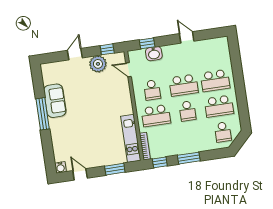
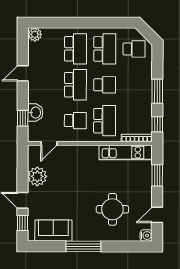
plant: (222, 43) -> (35, 34), added
window: (107, 49) -> (22, 223), moved
sofa: (55, 101) -> (53, 231), moved
round table: (79, 134) -> (112, 209), added

